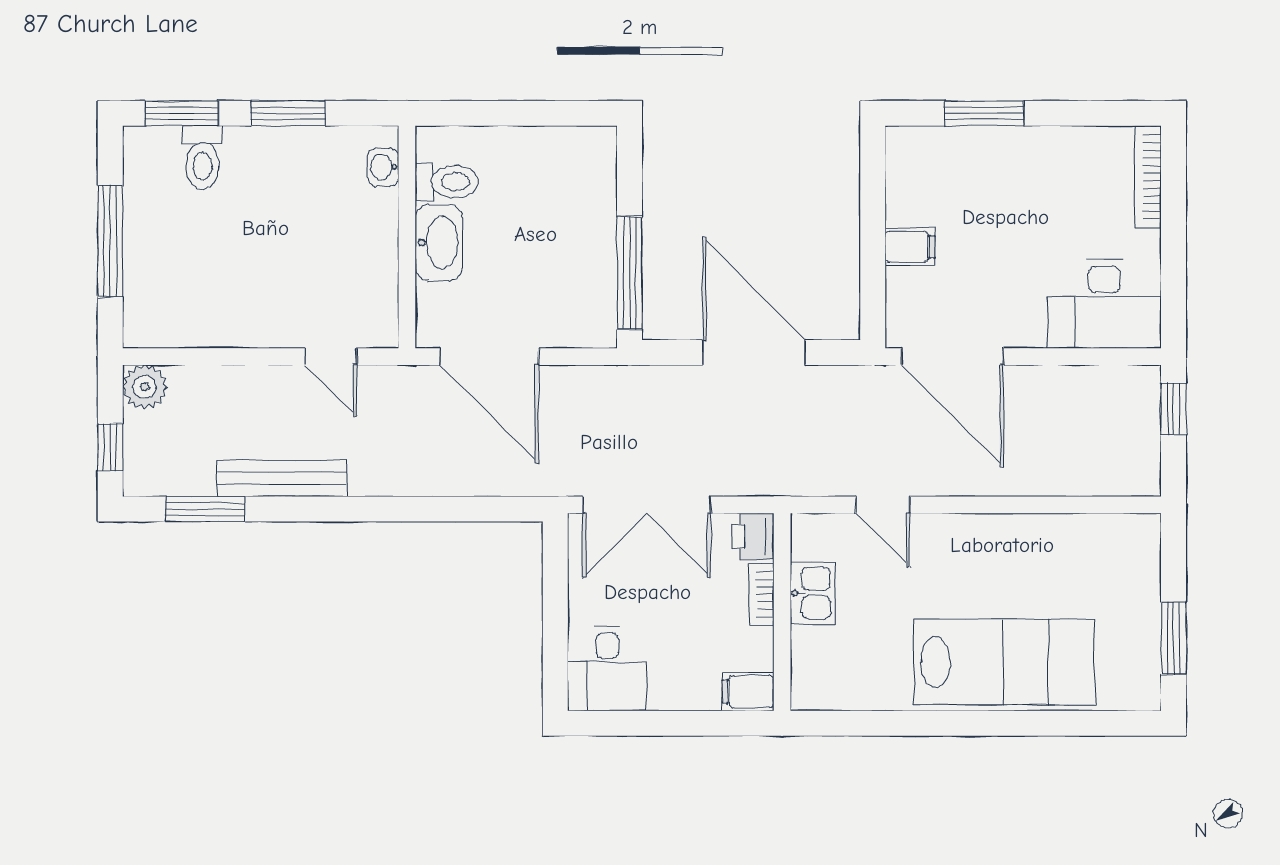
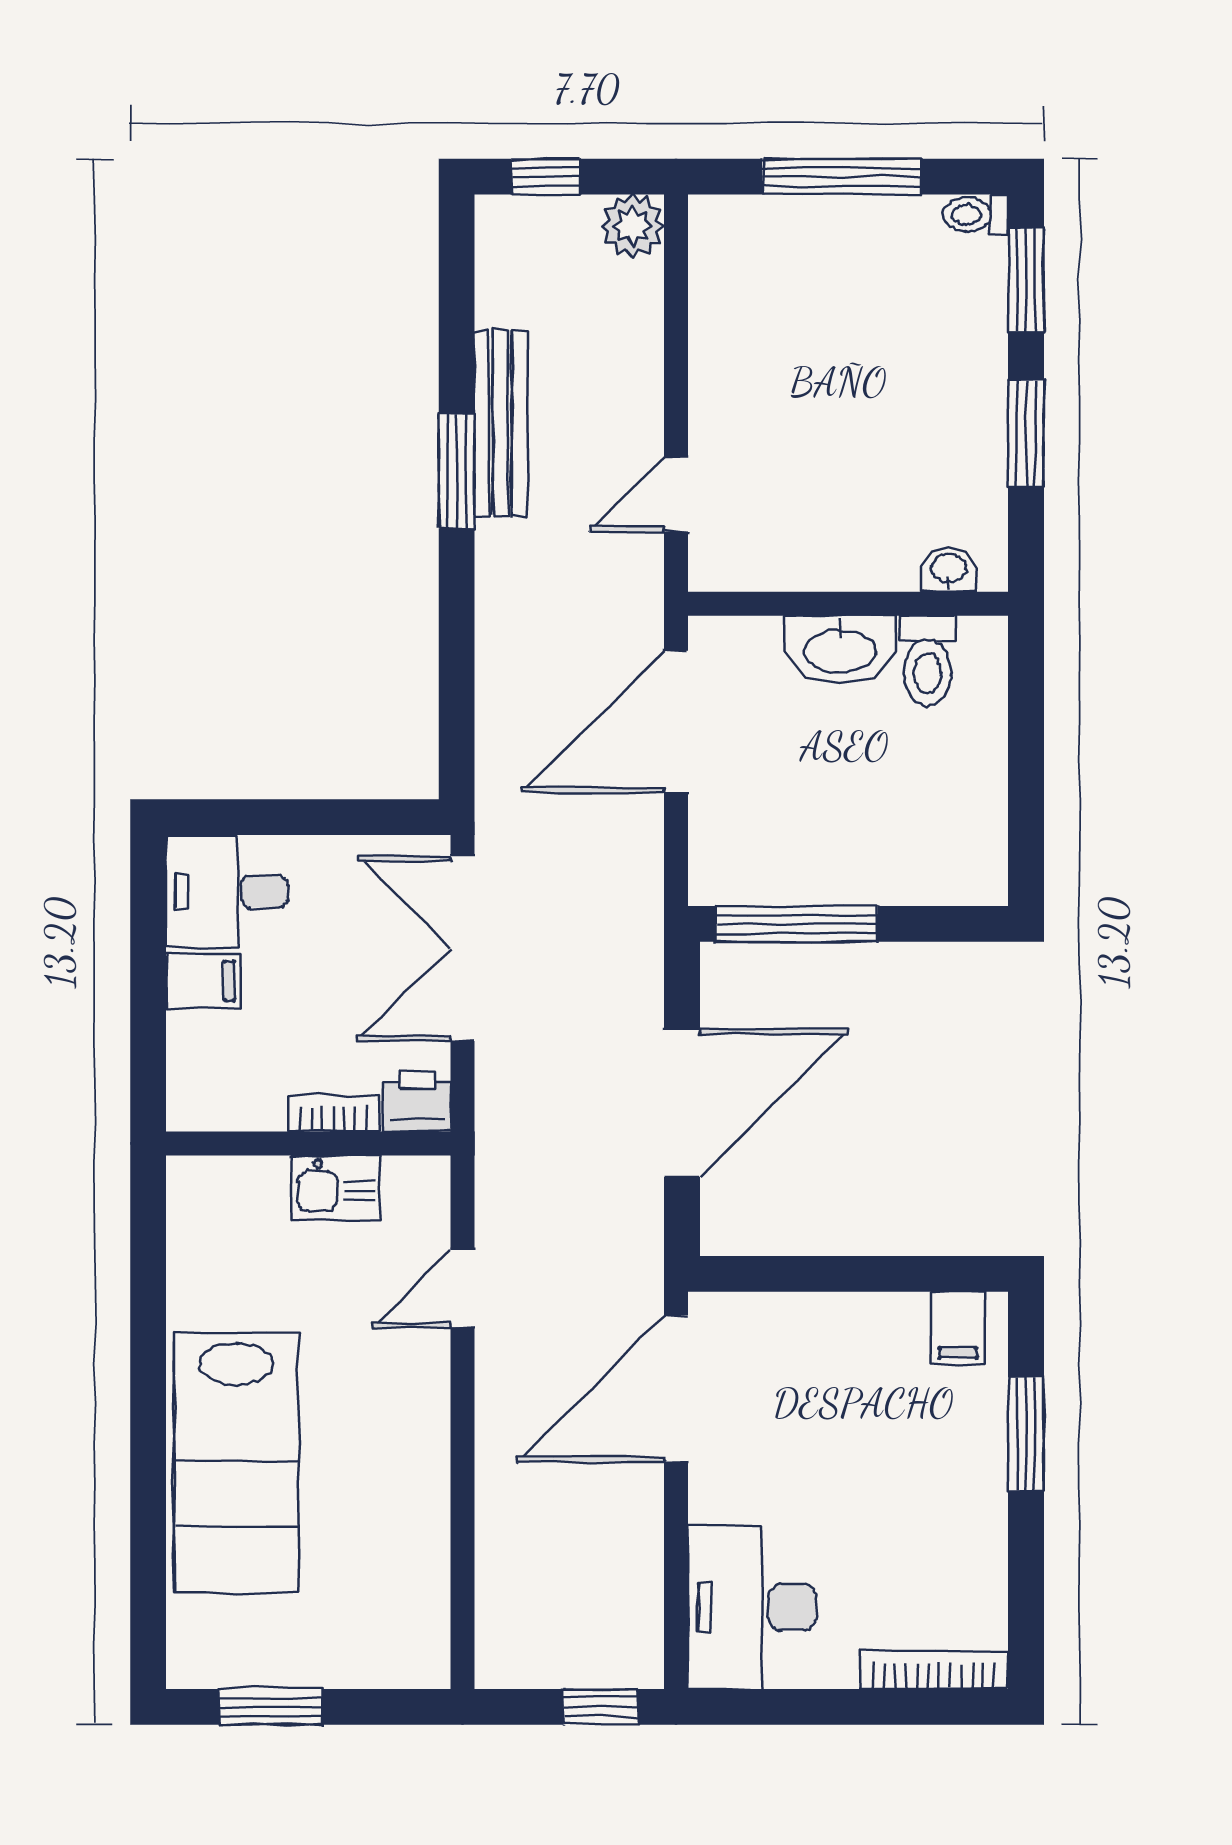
toilet: (203, 157) -> (975, 215), moved, width x0.73, depth x0.72
filing cabinet: (910, 247) -> (958, 1328), moved
window: (205, 509) -> (457, 471), moved
filing cabinet: (748, 692) -> (203, 981), moved, turned 90

